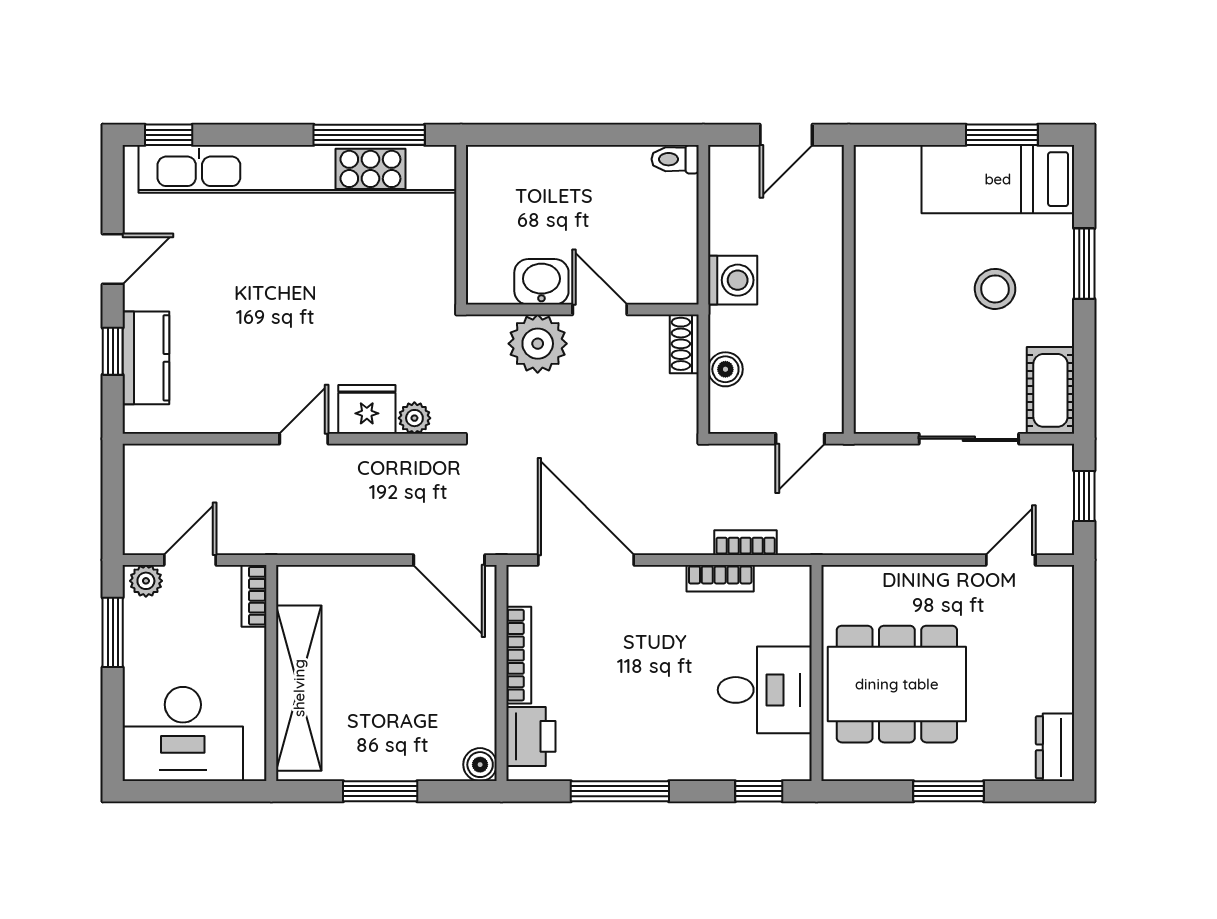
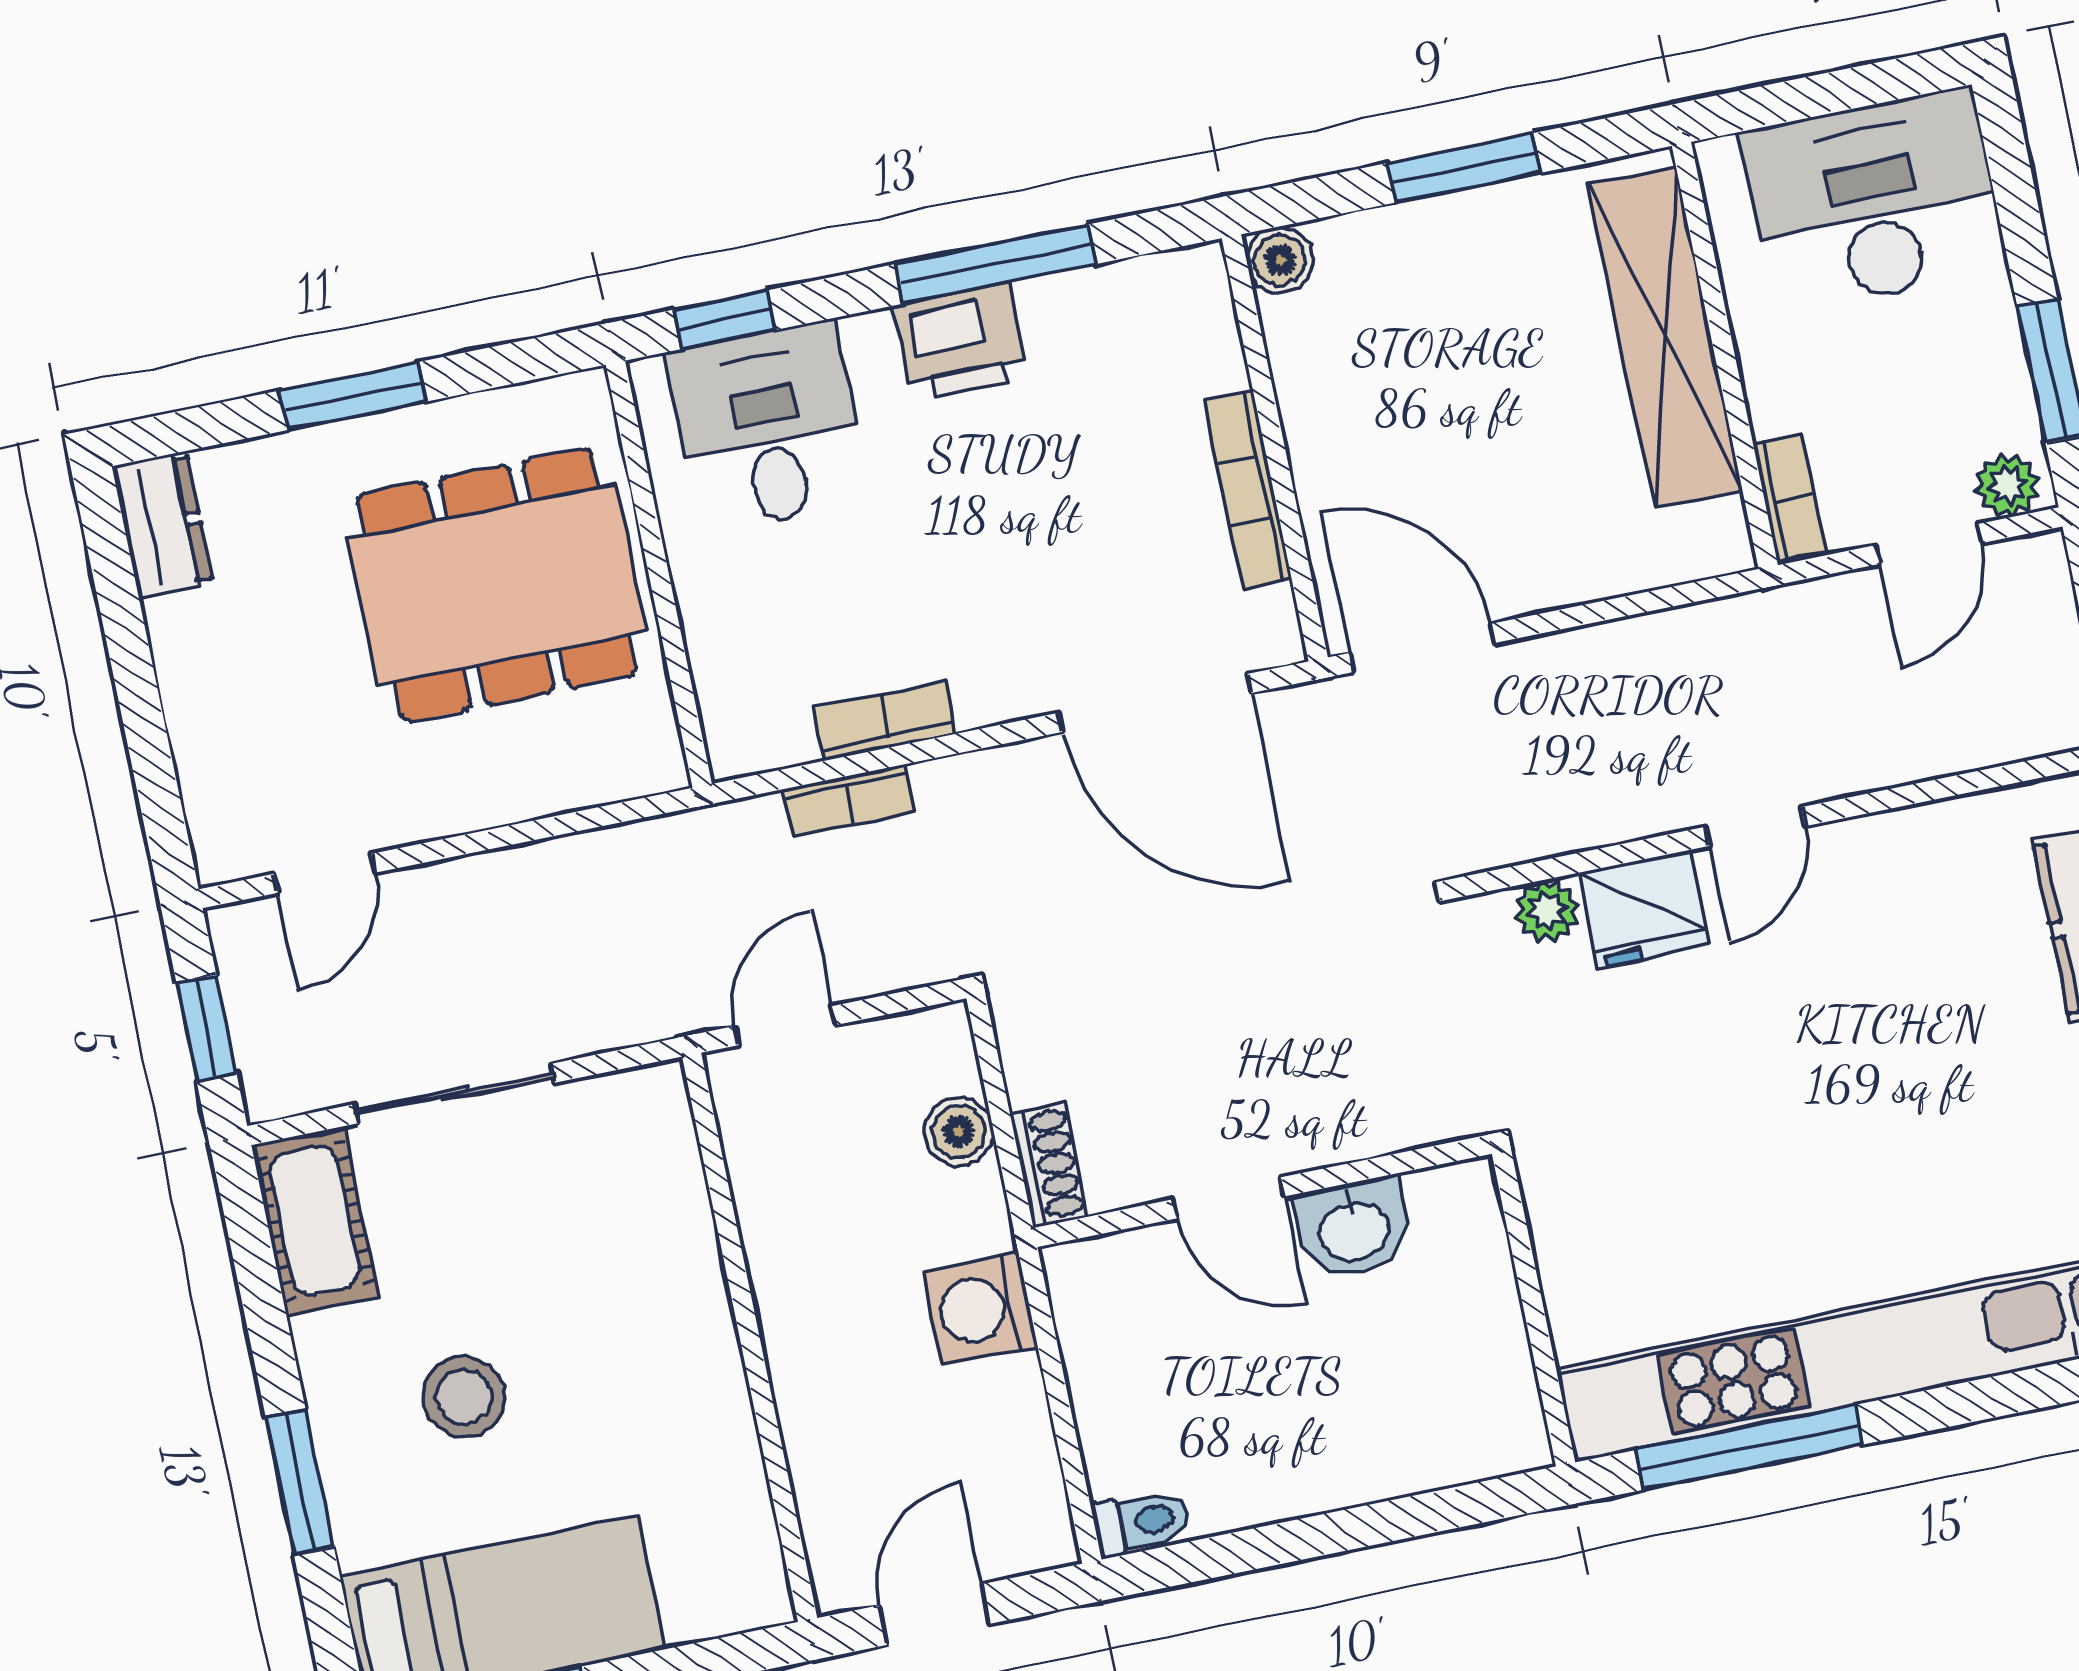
plant: (538, 344) -> (1336, 1106), removed
desk: (765, 690) -> (768, 427), moved, turned 90
printer: (531, 736) -> (961, 342), moved, turned -90

